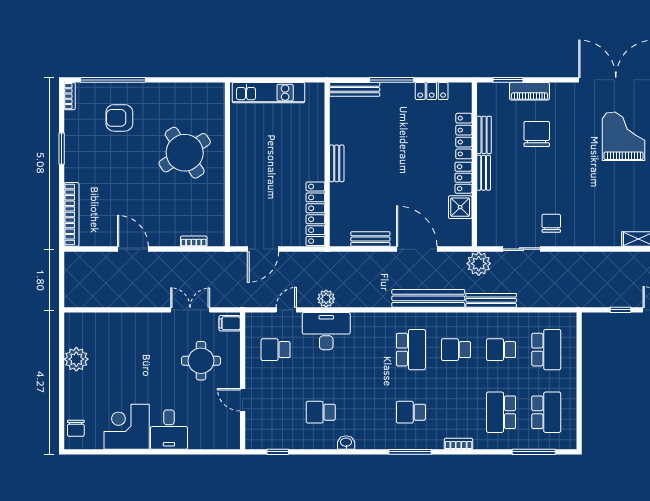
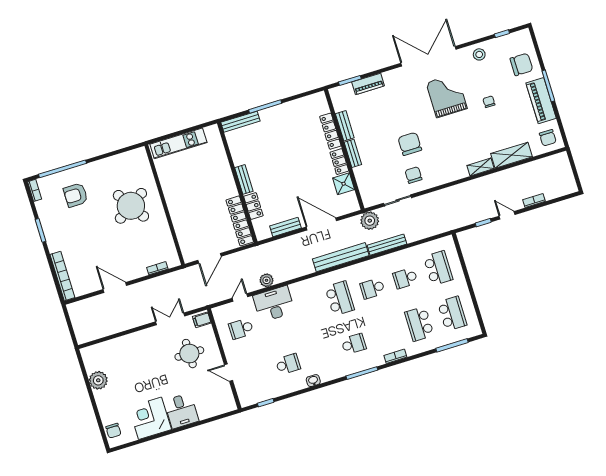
locker: (432, 91) -> (253, 206), moved, turned -90
chair: (537, 134) -> (410, 144), moved
school desk: (321, 412) -> (288, 364), turned 180
school desk: (411, 412) -> (354, 344), turned 180

